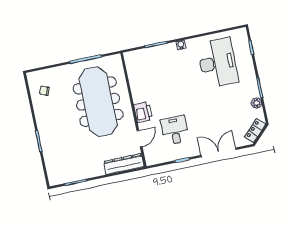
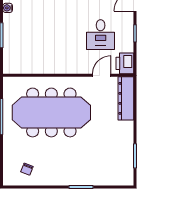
printer: (143, 112) -> (125, 63), moved, turned -90
desk: (175, 130) -> (101, 35), turned -90
door: (140, 139) -> (102, 75), hinge flipped

